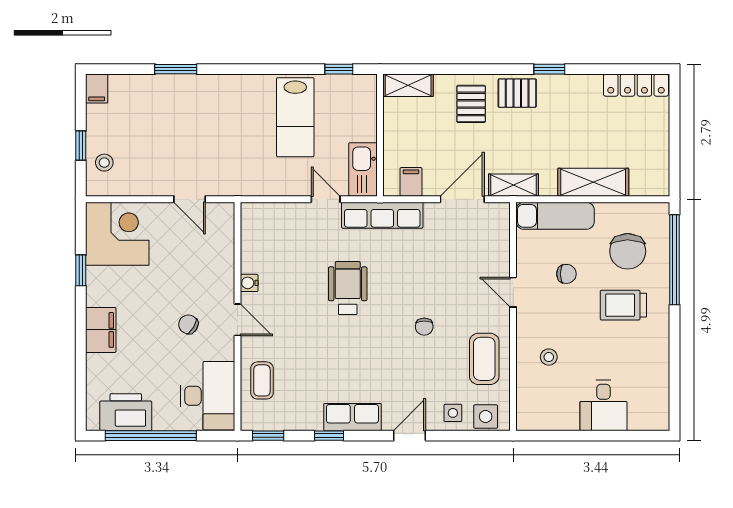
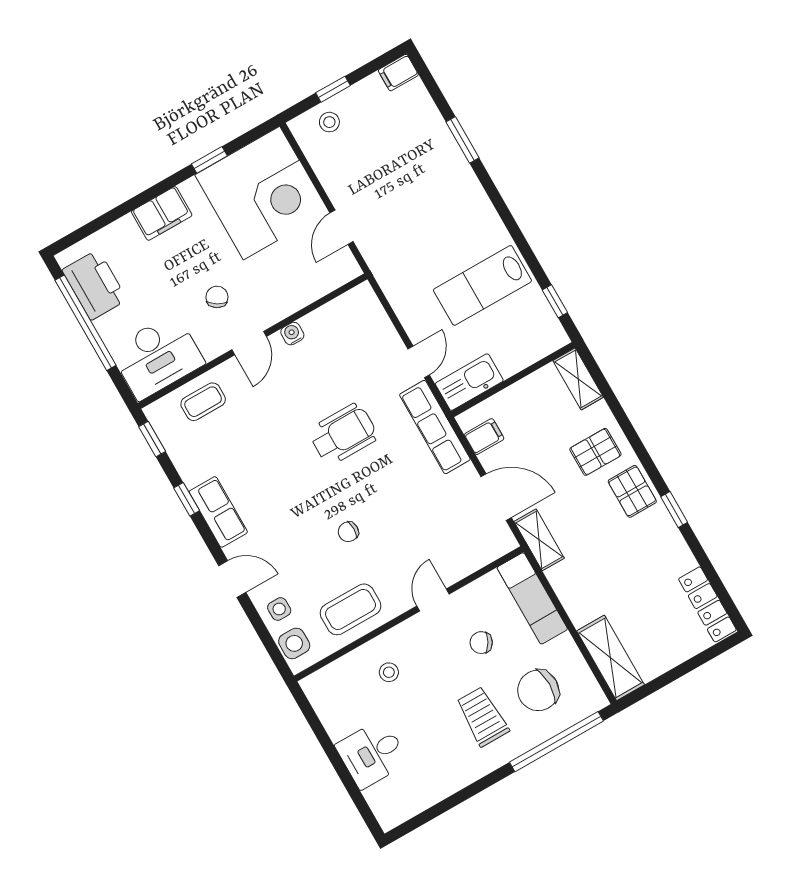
shelving: (593, 182) -> (611, 658), moved
corner desk: (117, 234) -> (262, 193), width x1.36, depth x1.36
chair: (566, 274) -> (481, 643), turned 119

